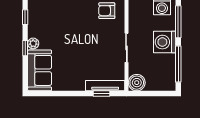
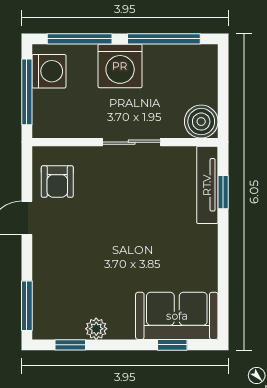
plant: (33, 43) -> (96, 329), moved
window: (25, 48) -> (172, 345), moved

